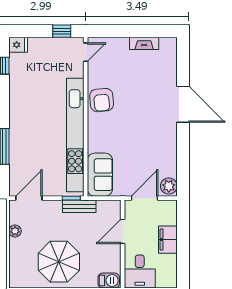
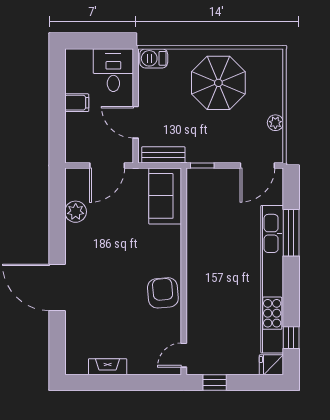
kitchen unit: (75, 135) -> (272, 279), moved, turned 180
plant: (169, 186) -> (76, 212), moved
bench: (79, 206) -> (163, 155), moved
door: (123, 231) -> (136, 122), swing flipped
filing cabinet: (168, 240) -> (77, 103), width x0.50

